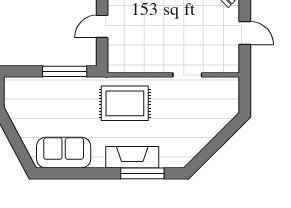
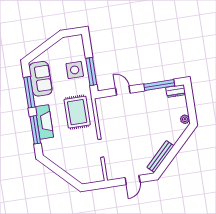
side table: (58, 97) -> (75, 70), added
window: (82, 173) -> (29, 92), added

